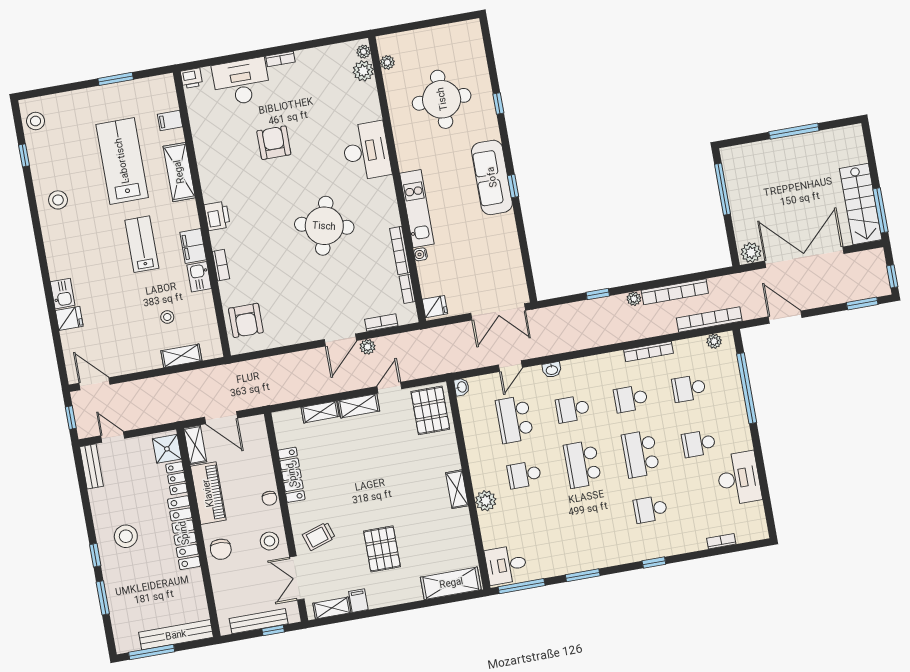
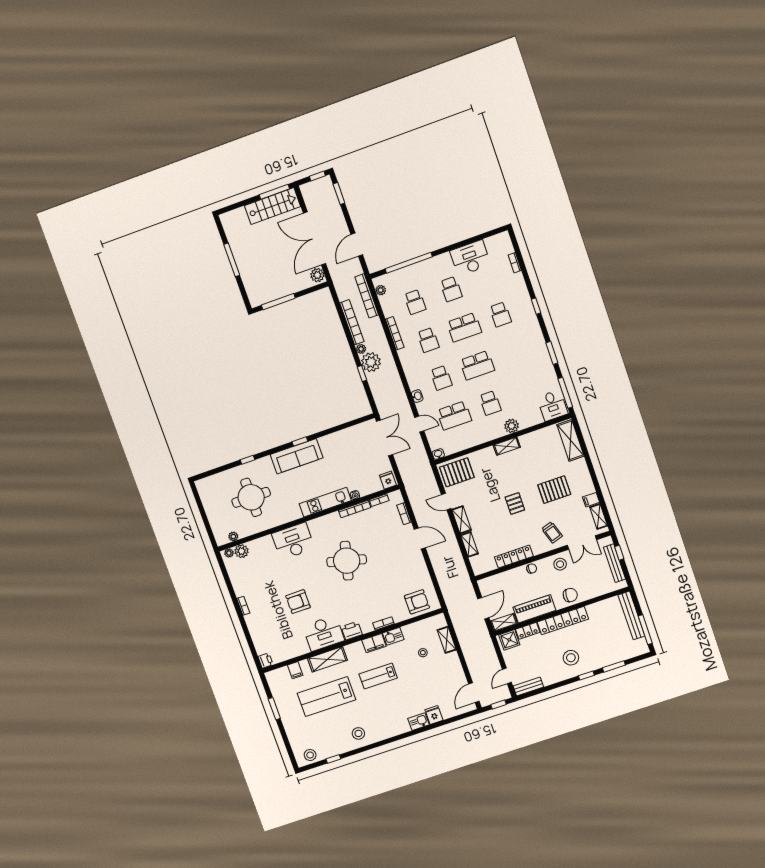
desk: (241, 82) -> (324, 633), moved, turned -90
plant: (368, 347) -> (371, 362), moved, width x1.88, depth x1.88
pallet: (370, 488) -> (515, 504), added

